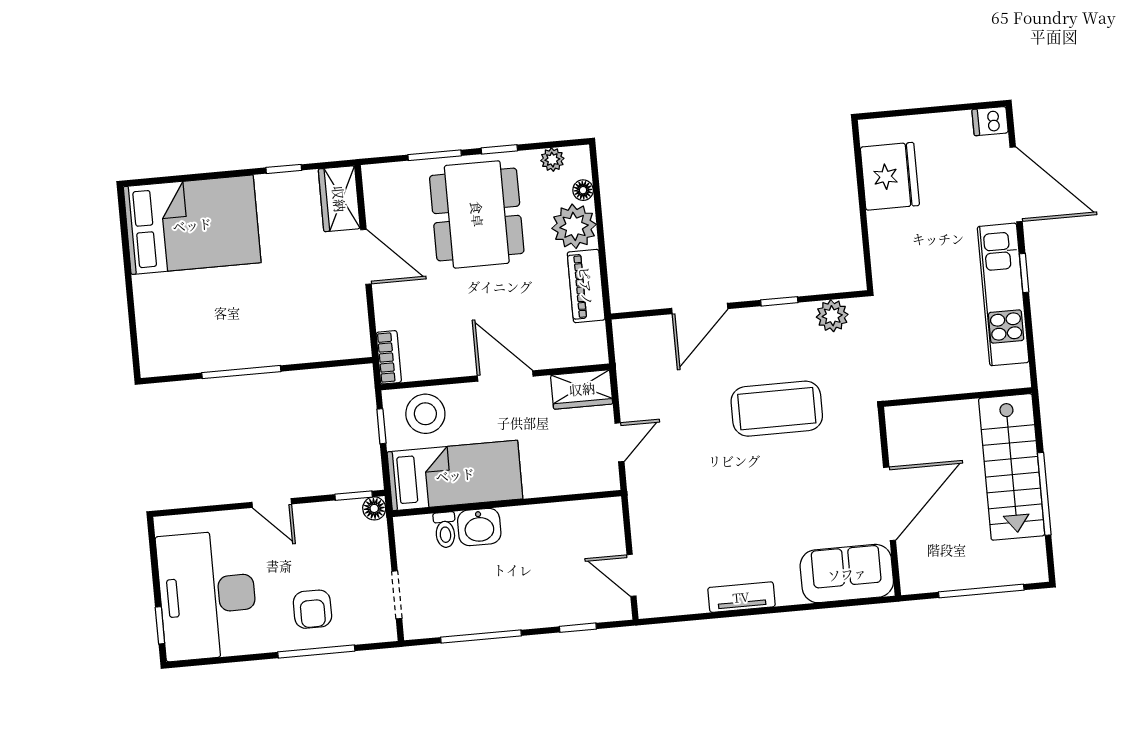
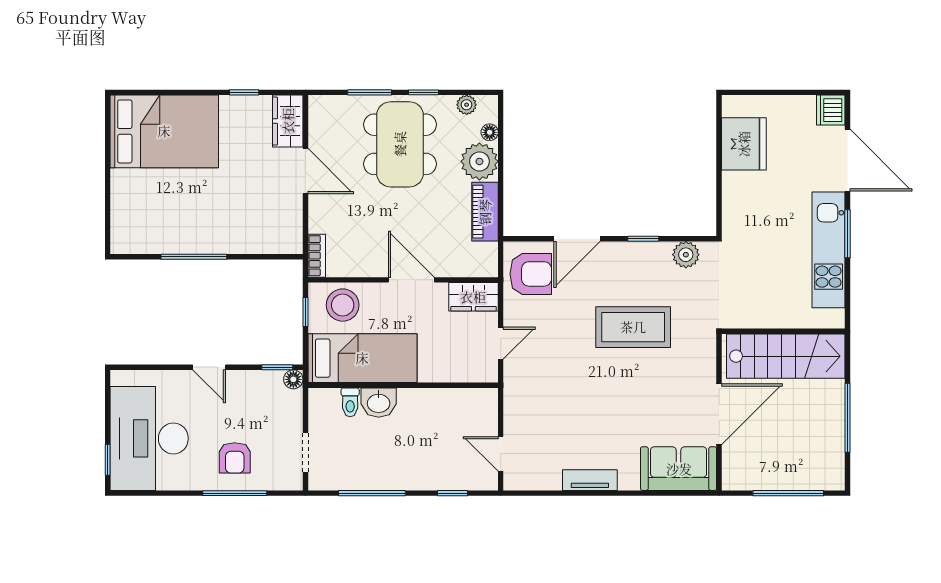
dishwasher: (990, 121) -> (831, 110), width x1.38
window: (1024, 273) -> (847, 234), width x1.50
armchair: (648, 356) -> (531, 274), added
stairs: (1012, 467) -> (786, 356), moved, turned -90

